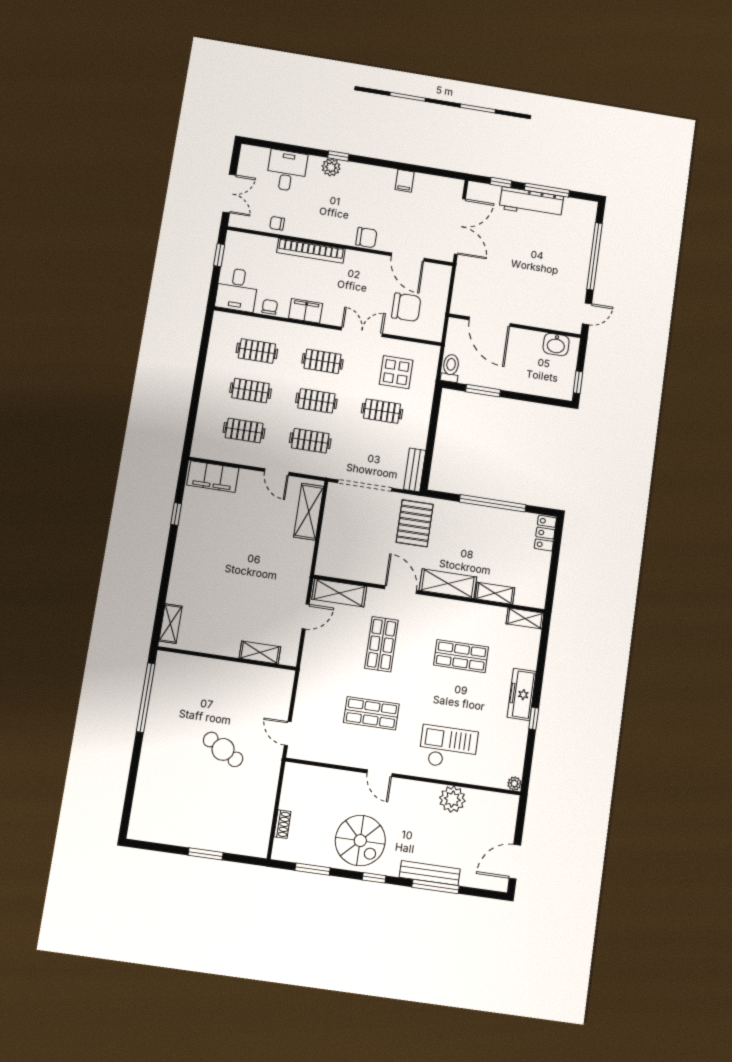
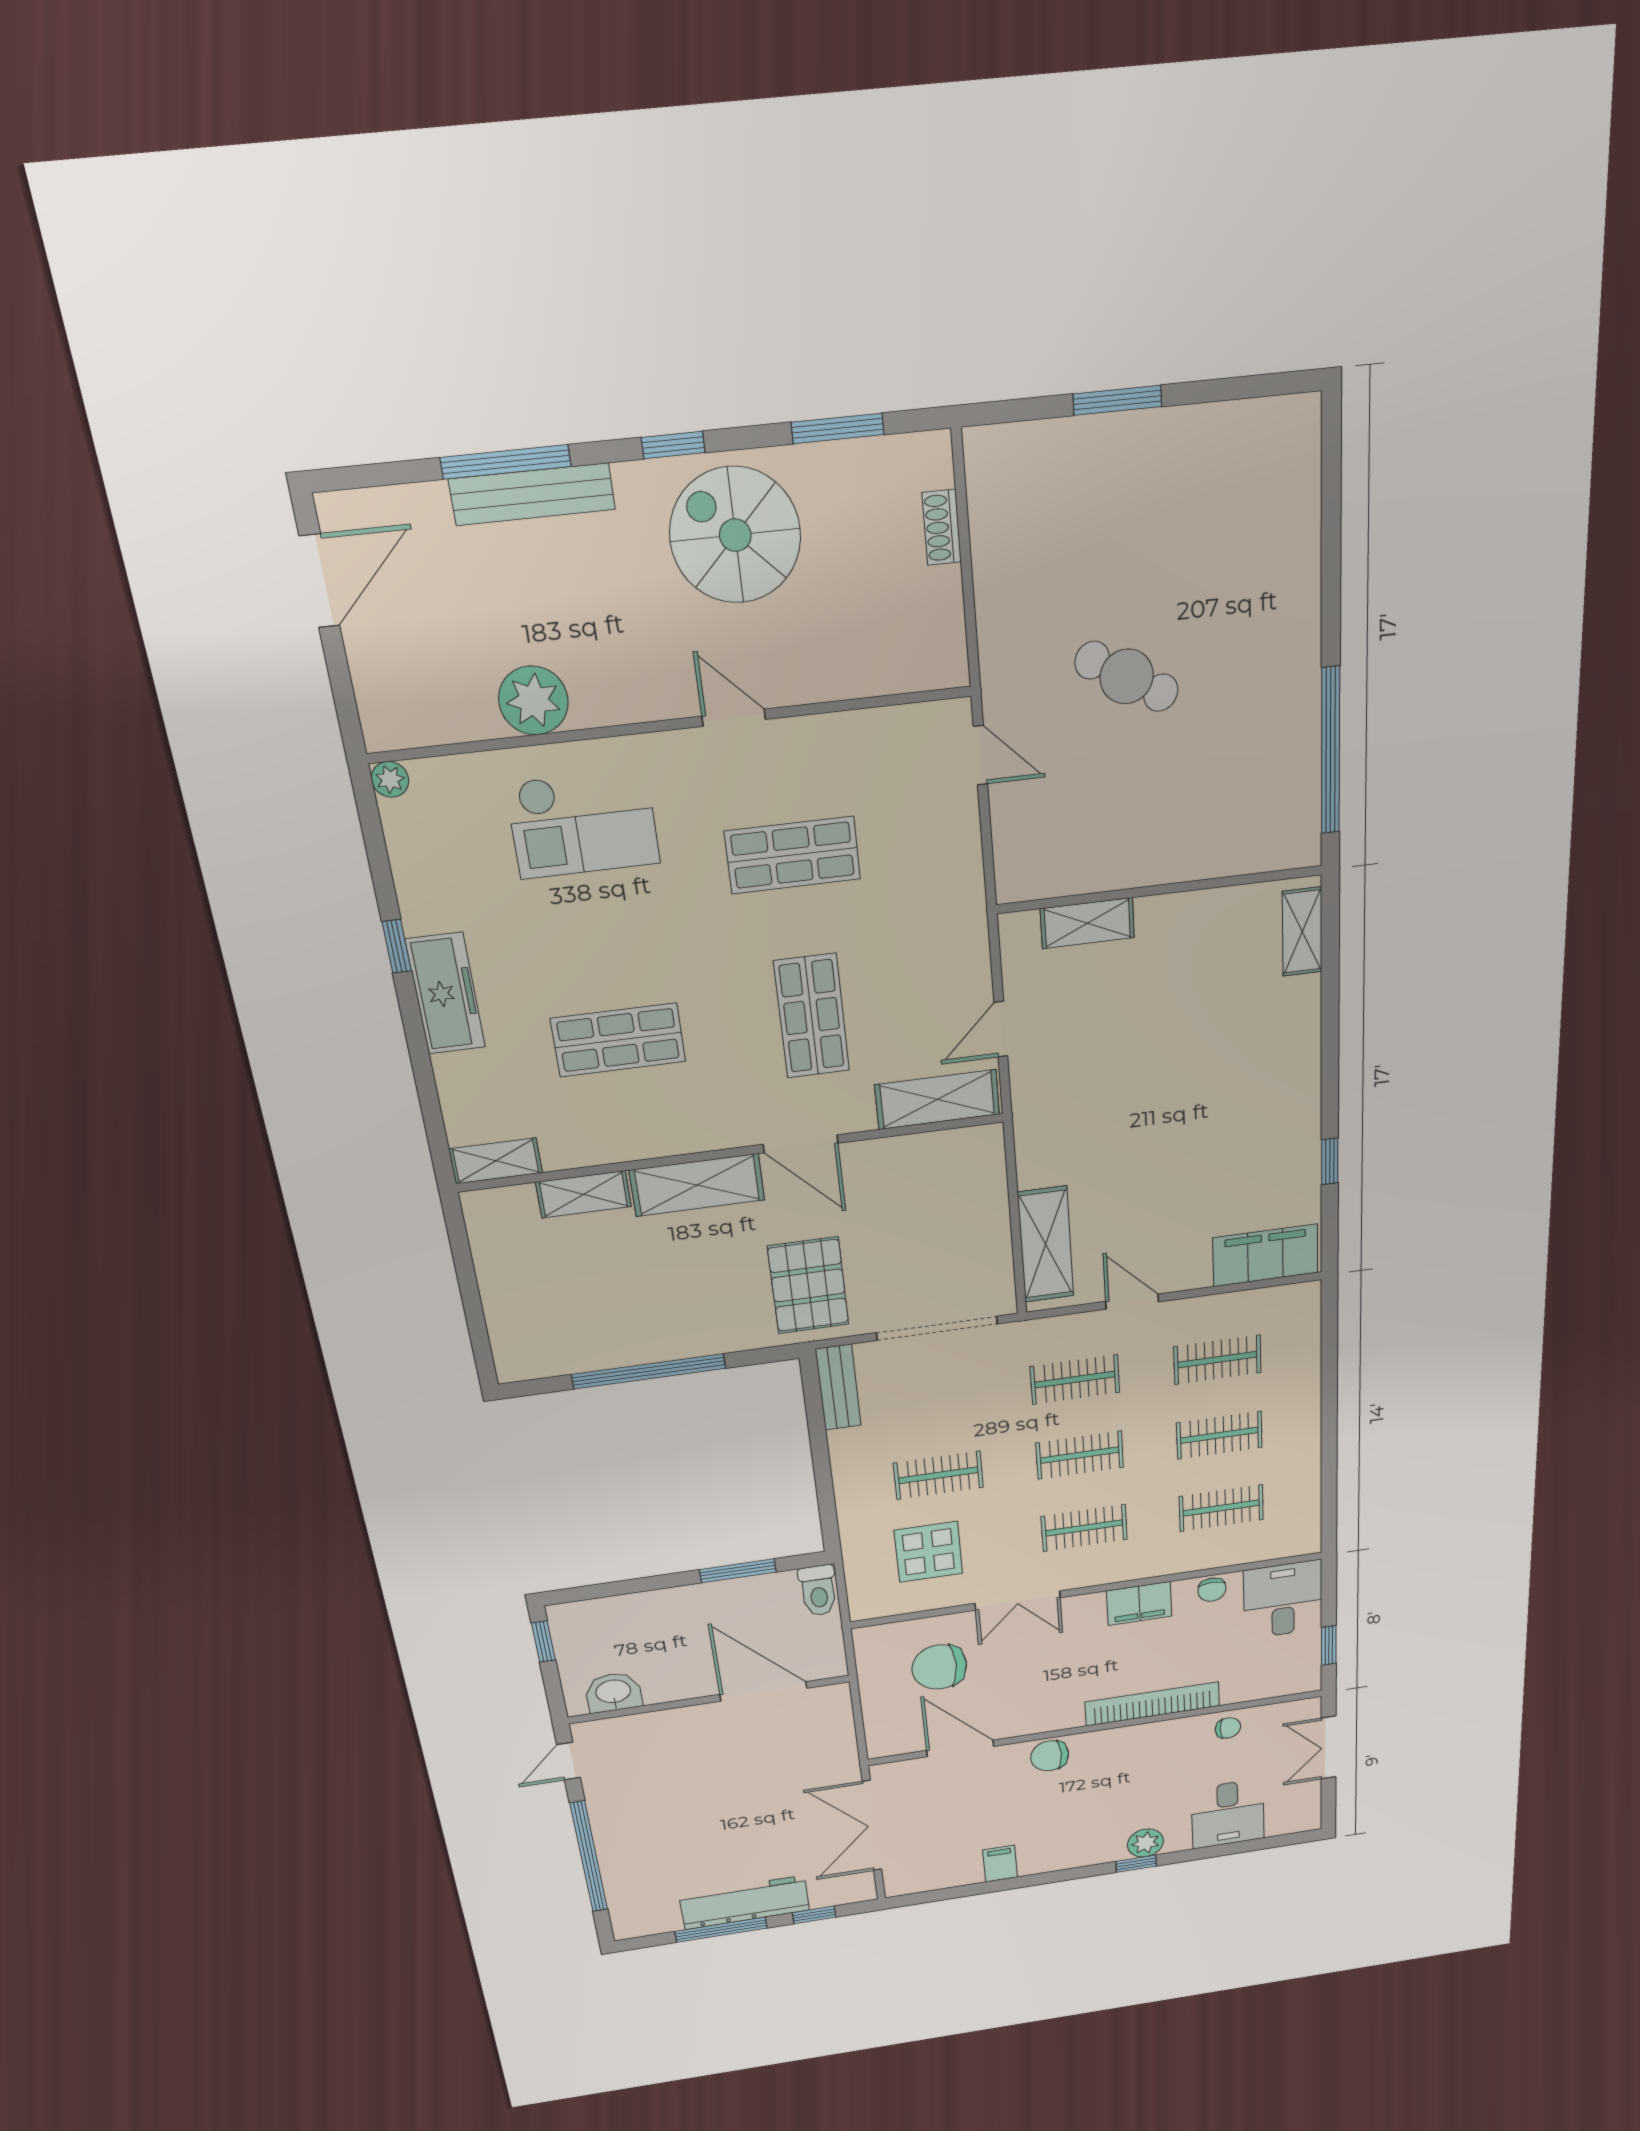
locker: (545, 533) -> (511, 1346), removed

